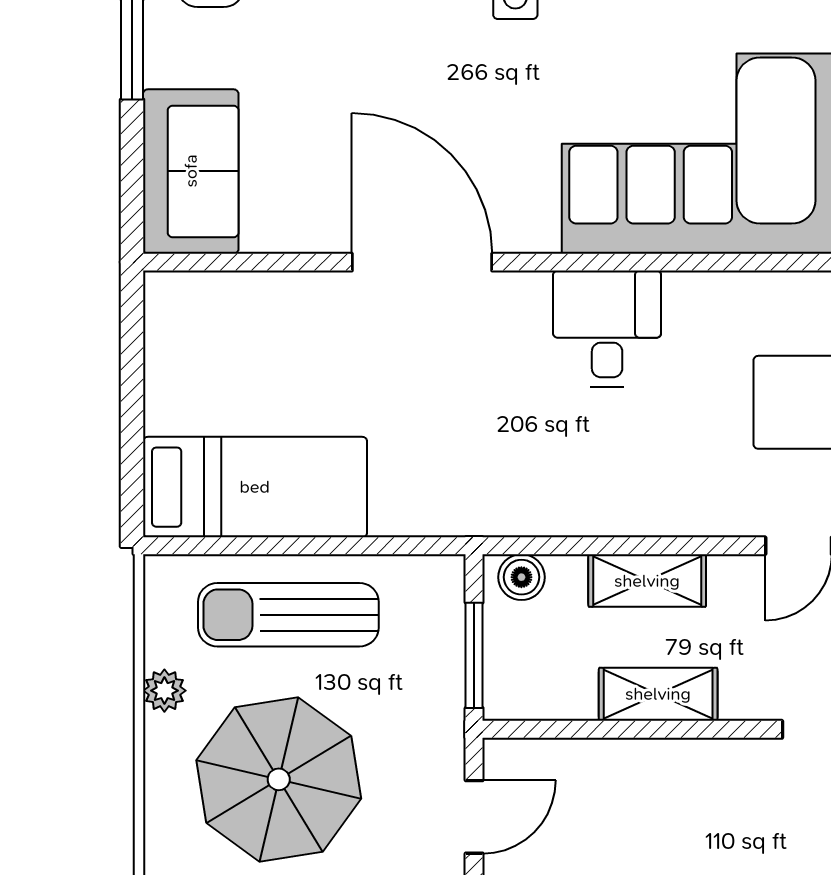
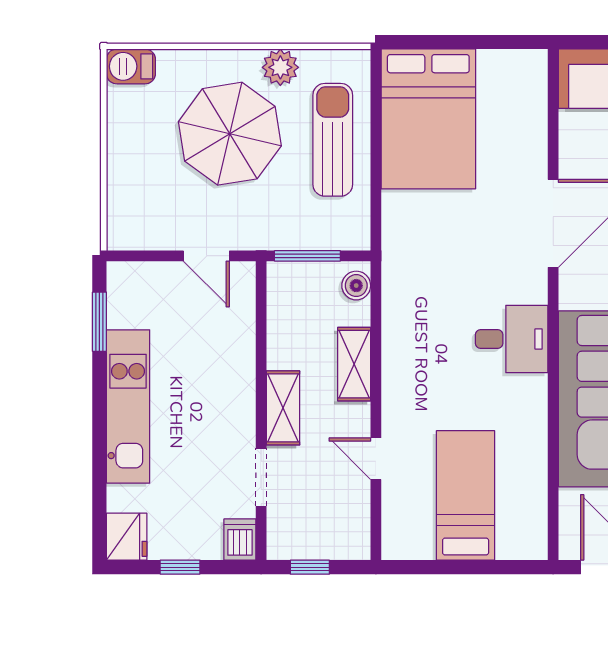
bed: (255, 487) -> (428, 119), width x1.50
plant: (164, 691) -> (280, 67), width x1.38, depth x1.38
shelving: (658, 694) -> (283, 408), moved

